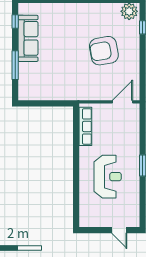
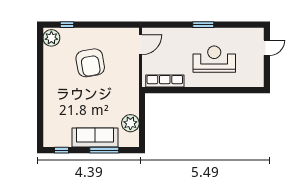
sofa: (28, 38) -> (95, 138), moved
plant: (43, 92) -> (130, 123), added
door: (122, 102) -> (141, 45), swing flipped

